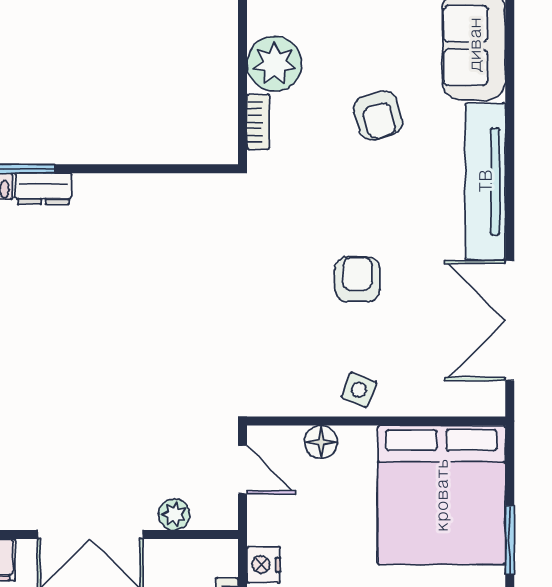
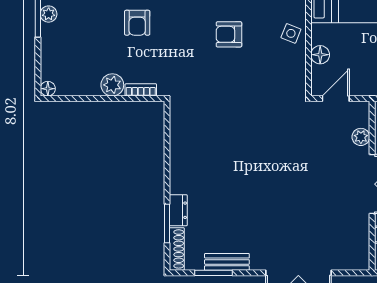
plant: (274, 64) -> (112, 85), width x0.73, depth x0.73
armchair: (378, 116) -> (137, 23), turned 106

